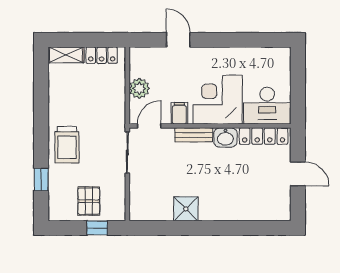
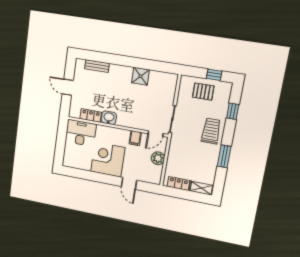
corner desk: (218, 100) -> (108, 160), moved, turned 180
window: (41, 110) -> (224, 156), added
bench: (194, 135) -> (97, 66), moved
locker: (263, 136) -> (91, 115), width x0.66
pallet: (89, 201) -> (203, 92), turned 90
window: (97, 228) -> (214, 75), moved

